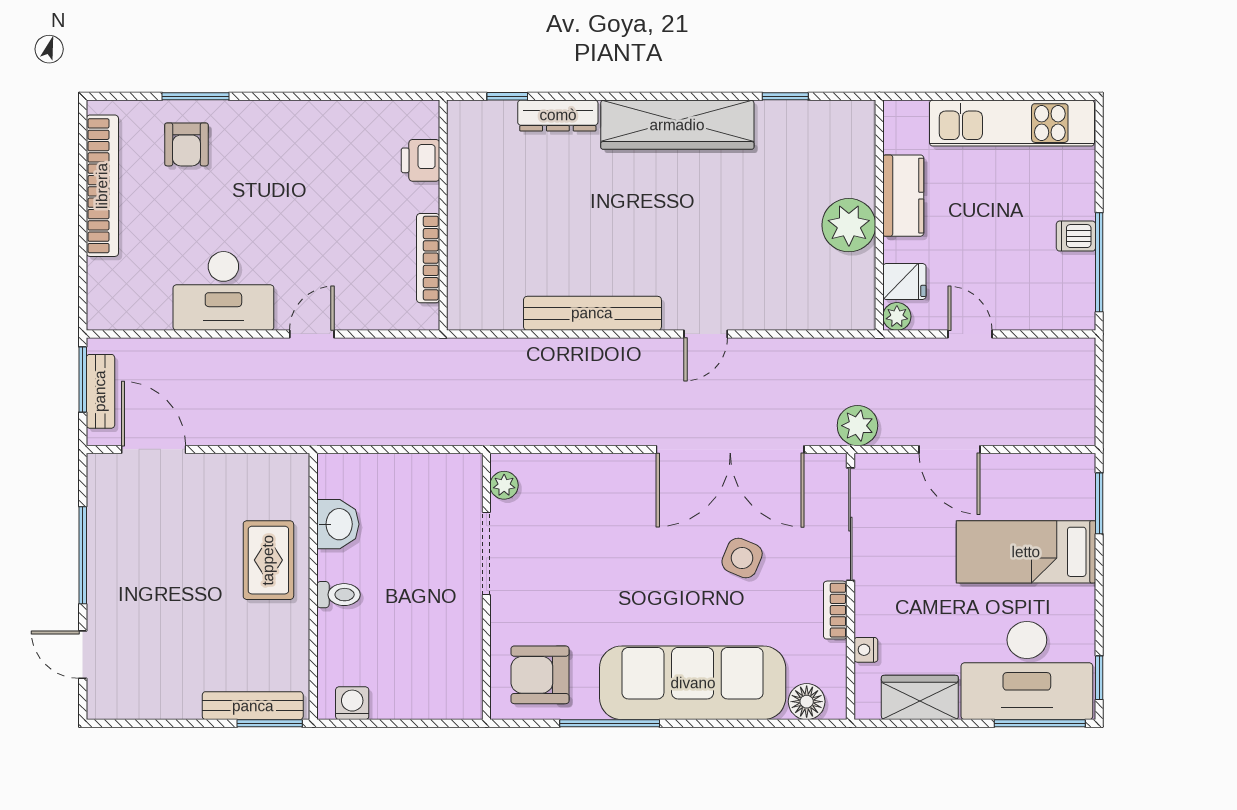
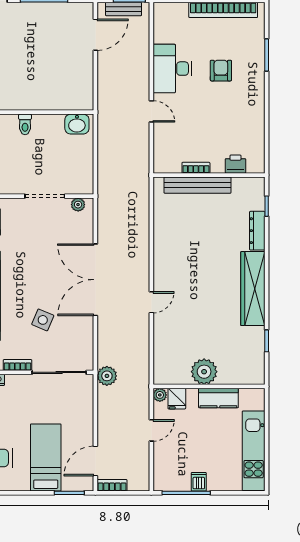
armchair: (186, 144) -> (221, 71), moved, turned 90
bookcase: (428, 258) -> (196, 168), width x0.64
bench: (592, 313) -> (197, 185), moved, turned 90
door: (706, 334) -> (151, 302), swing flipped
bookcase: (1083, 415) -> (112, 485), added
double door: (730, 449) -> (95, 280), moved
door: (949, 449) -> (95, 461), moved
washbasin: (338, 524) -> (77, 124), moved
rug: (268, 560) -> (42, 90), removed

